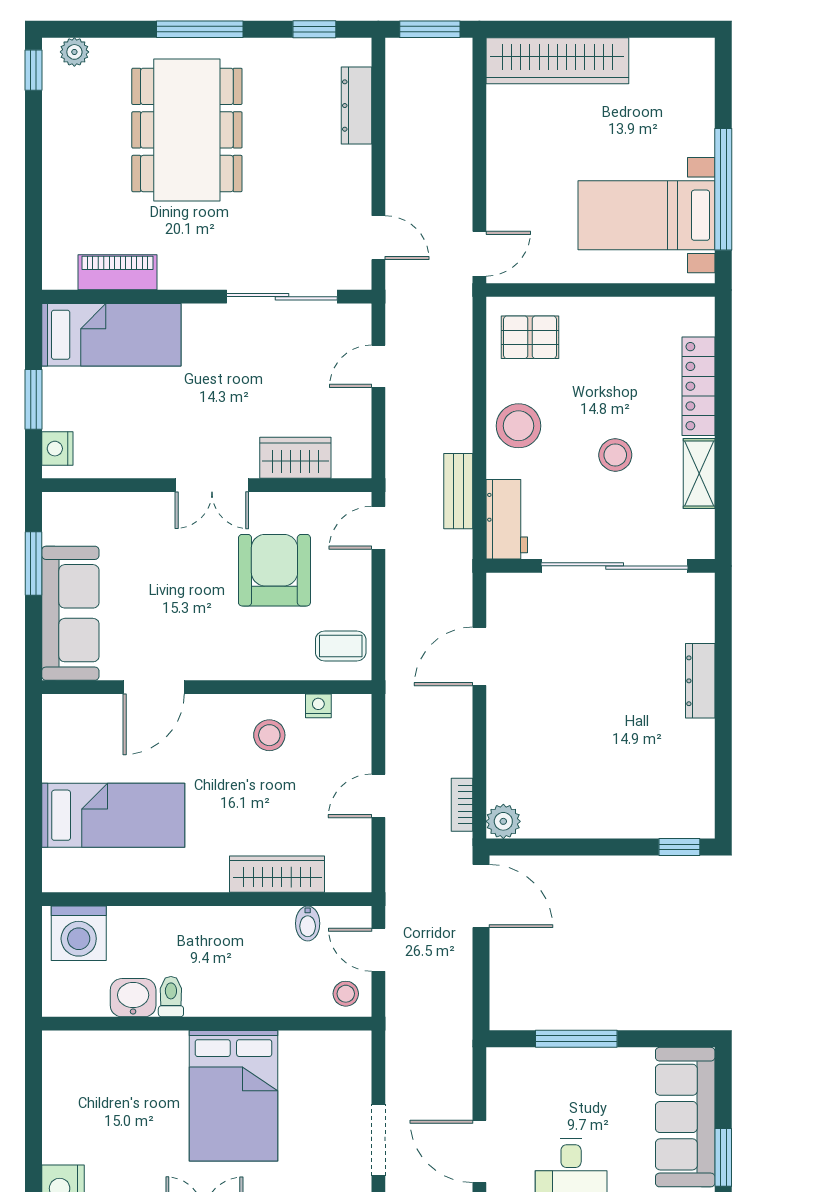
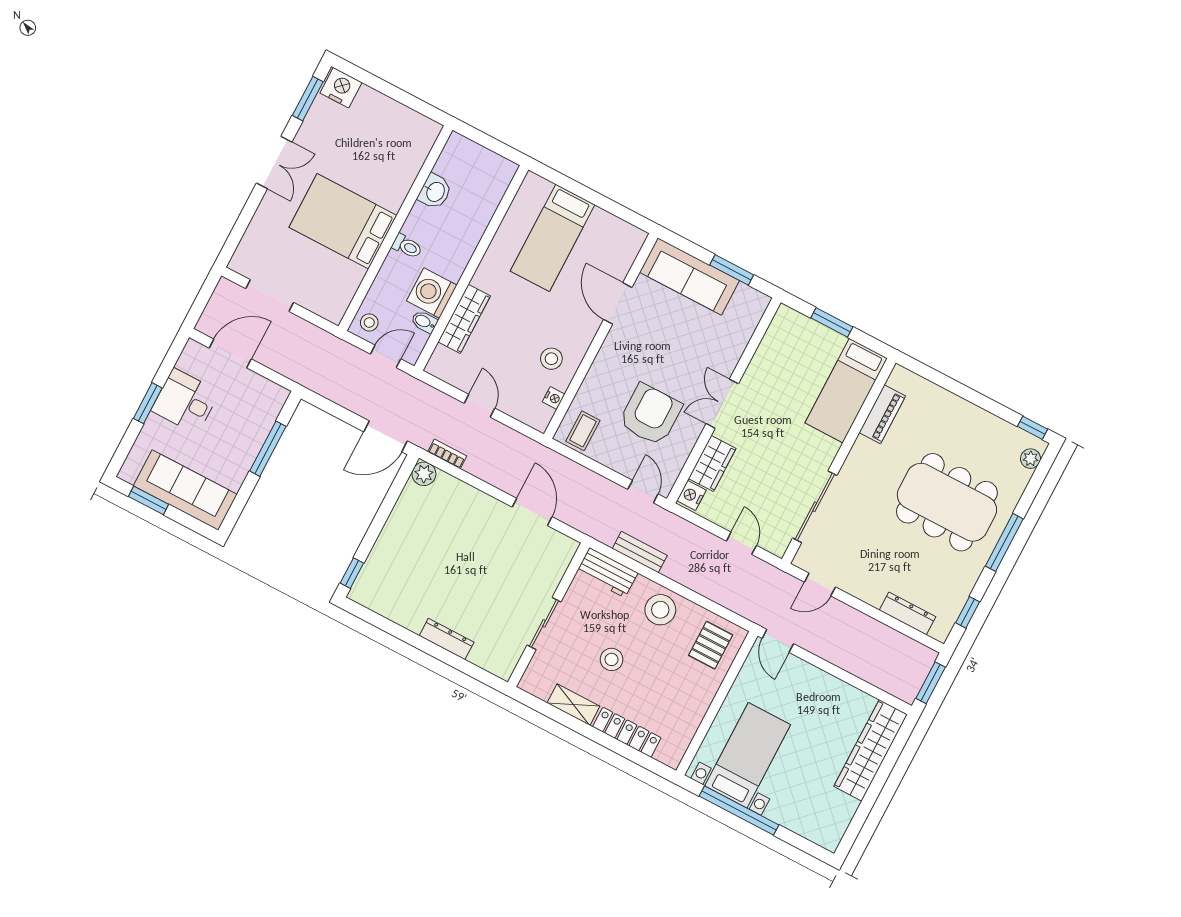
nightstand: (57, 449) -> (691, 495), moved, turned -90
sliding door: (615, 566) -> (544, 623), width x0.54
armchair: (274, 570) -> (650, 415), turned -90
washing machine: (79, 933) -> (432, 293), moved
toilet: (171, 997) -> (407, 246), moved

